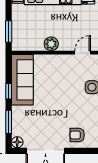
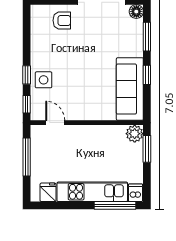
plant: (51, 44) -> (135, 134), moved
door: (83, 53) -> (55, 123), swing flipped

